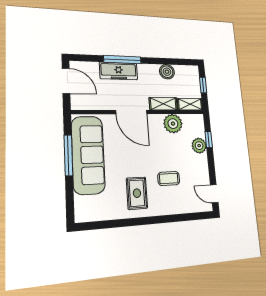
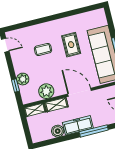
freezer: (119, 71) -> (78, 125), moved
window: (203, 85) -> (26, 128), removed
rug: (137, 193) -> (71, 45), moved

